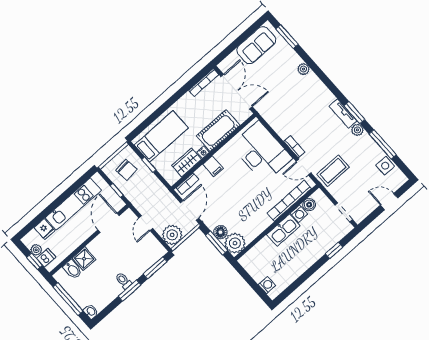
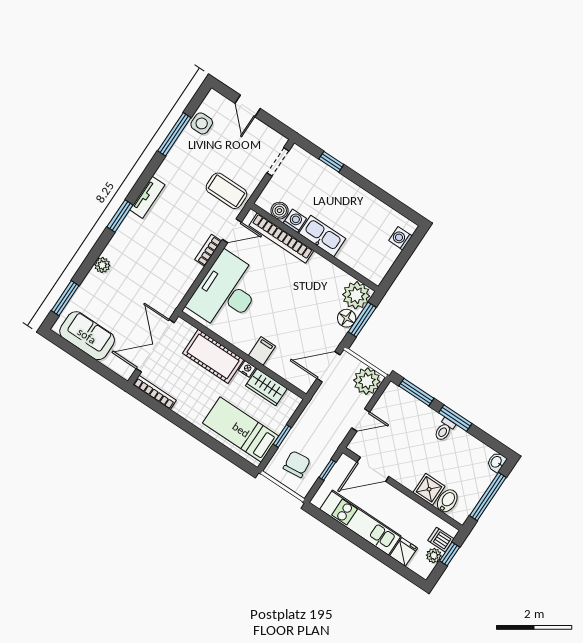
window: (354, 113) -> (120, 216), moved
plant: (357, 130) -> (164, 173), removed
door: (304, 167) -> (232, 231), hinge flipped
bookcase: (187, 184) -> (294, 379), removed

